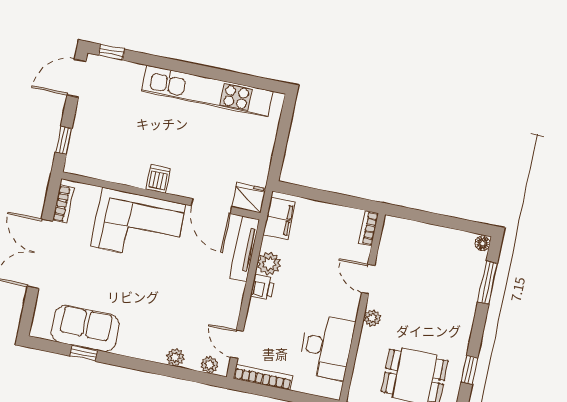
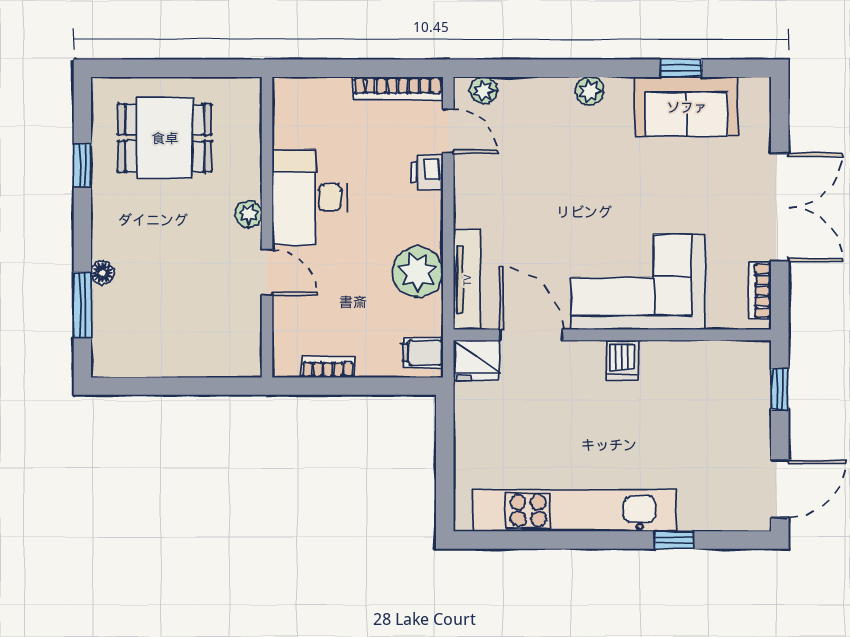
window: (111, 52) -> (674, 540), moved
filing cabinet: (279, 219) -> (423, 353), width x0.50
bookcase: (369, 228) -> (328, 367), moved, turned -90
floor lamp: (483, 243) -> (102, 273), moved
plant: (269, 263) -> (418, 272), width x1.36, depth x1.36
printer: (262, 287) -> (427, 172), moved
desk: (327, 347) -> (310, 197), moved
plant: (175, 357) -> (590, 91), moved

